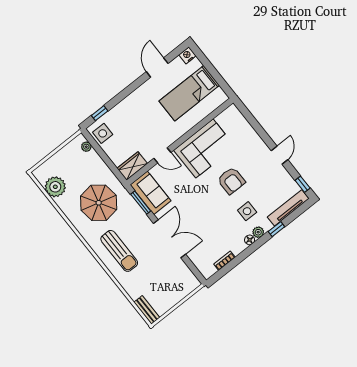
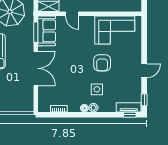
corner sofa: (204, 148) -> (115, 30), moved
tv unit: (288, 208) -> (129, 107), width x0.71
window: (276, 229) -> (130, 115), moved

